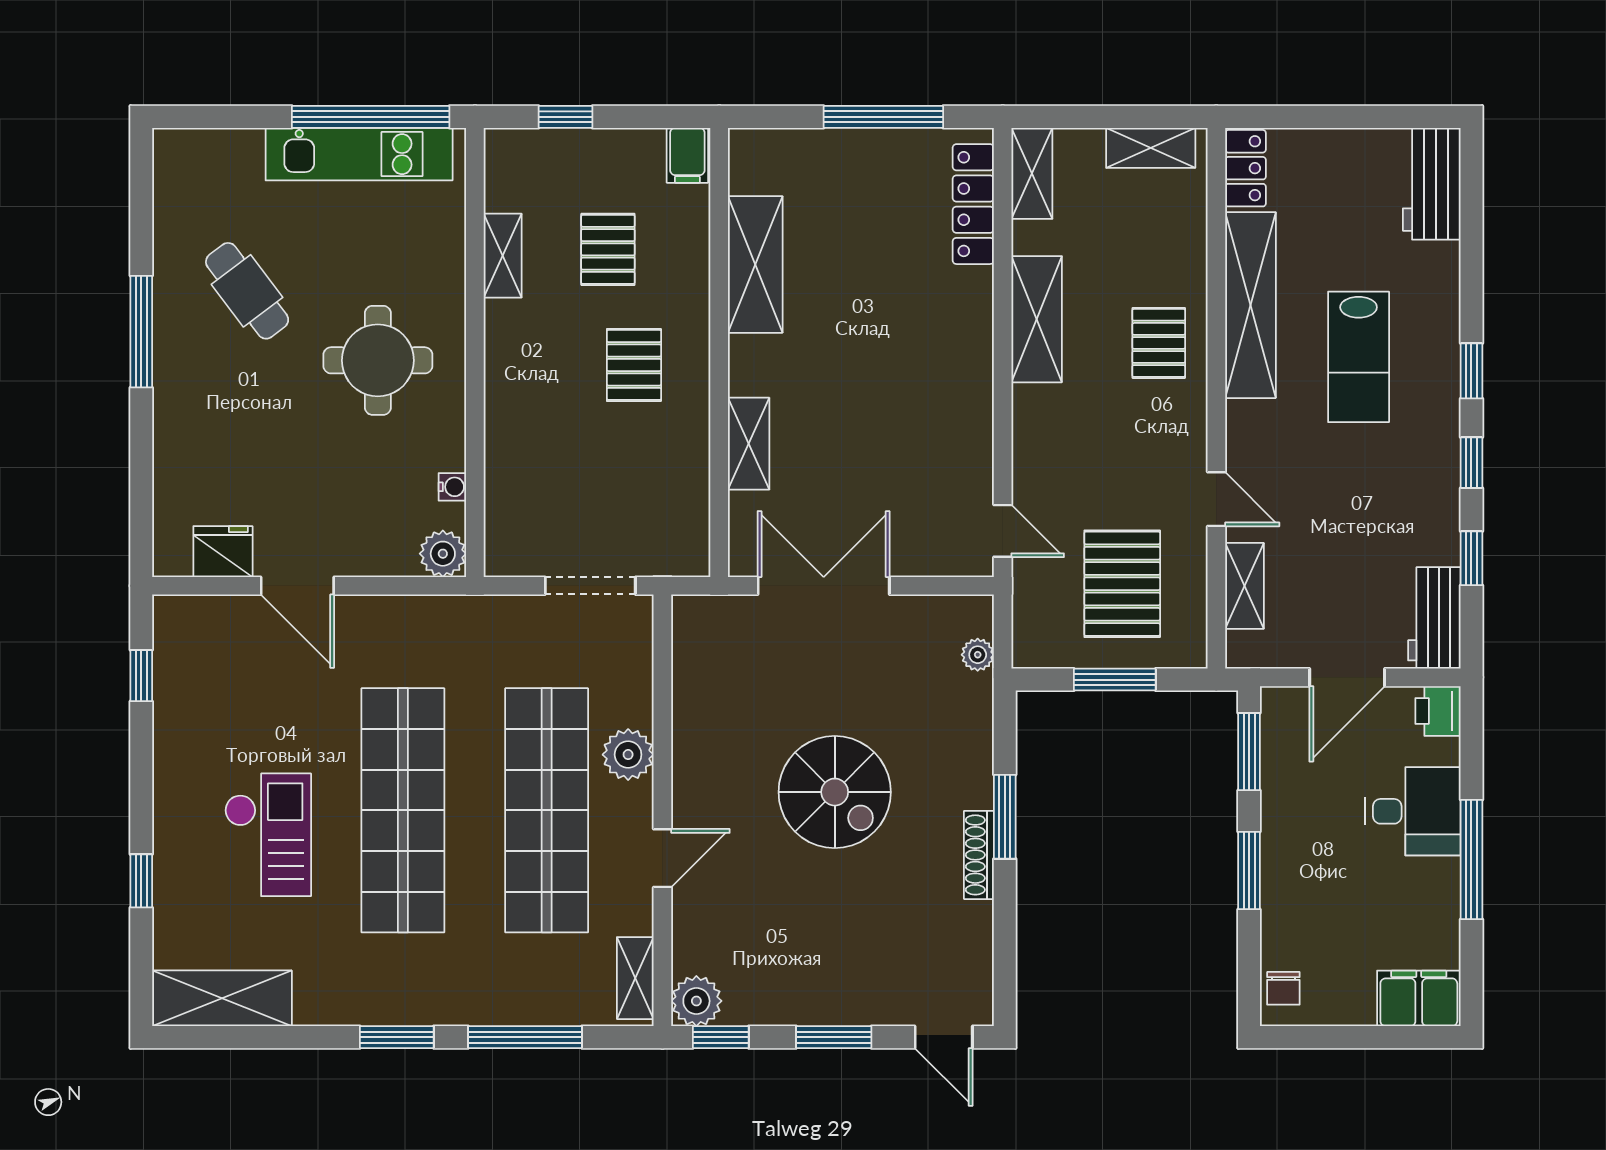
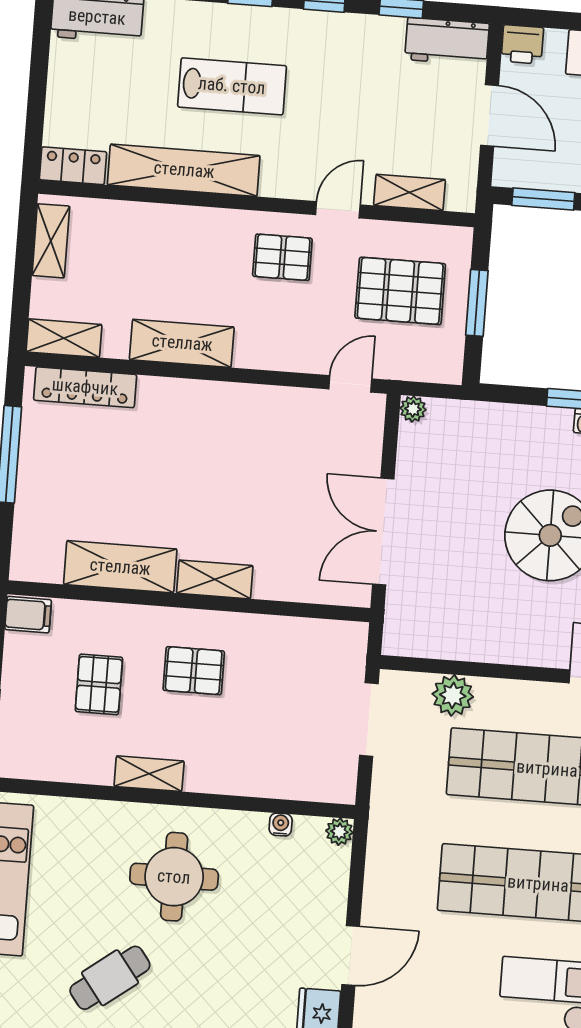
pallet: (608, 249) -> (99, 684), turned 90
shelving: (503, 256) -> (149, 774), moved
pallet: (1159, 343) -> (282, 257), moved
shelving: (749, 444) -> (215, 579), moved
plant: (443, 554) -> (339, 832), width x0.73, depth x0.73
plant: (978, 655) -> (413, 409), moved
plant: (628, 755) -> (453, 695), moved

